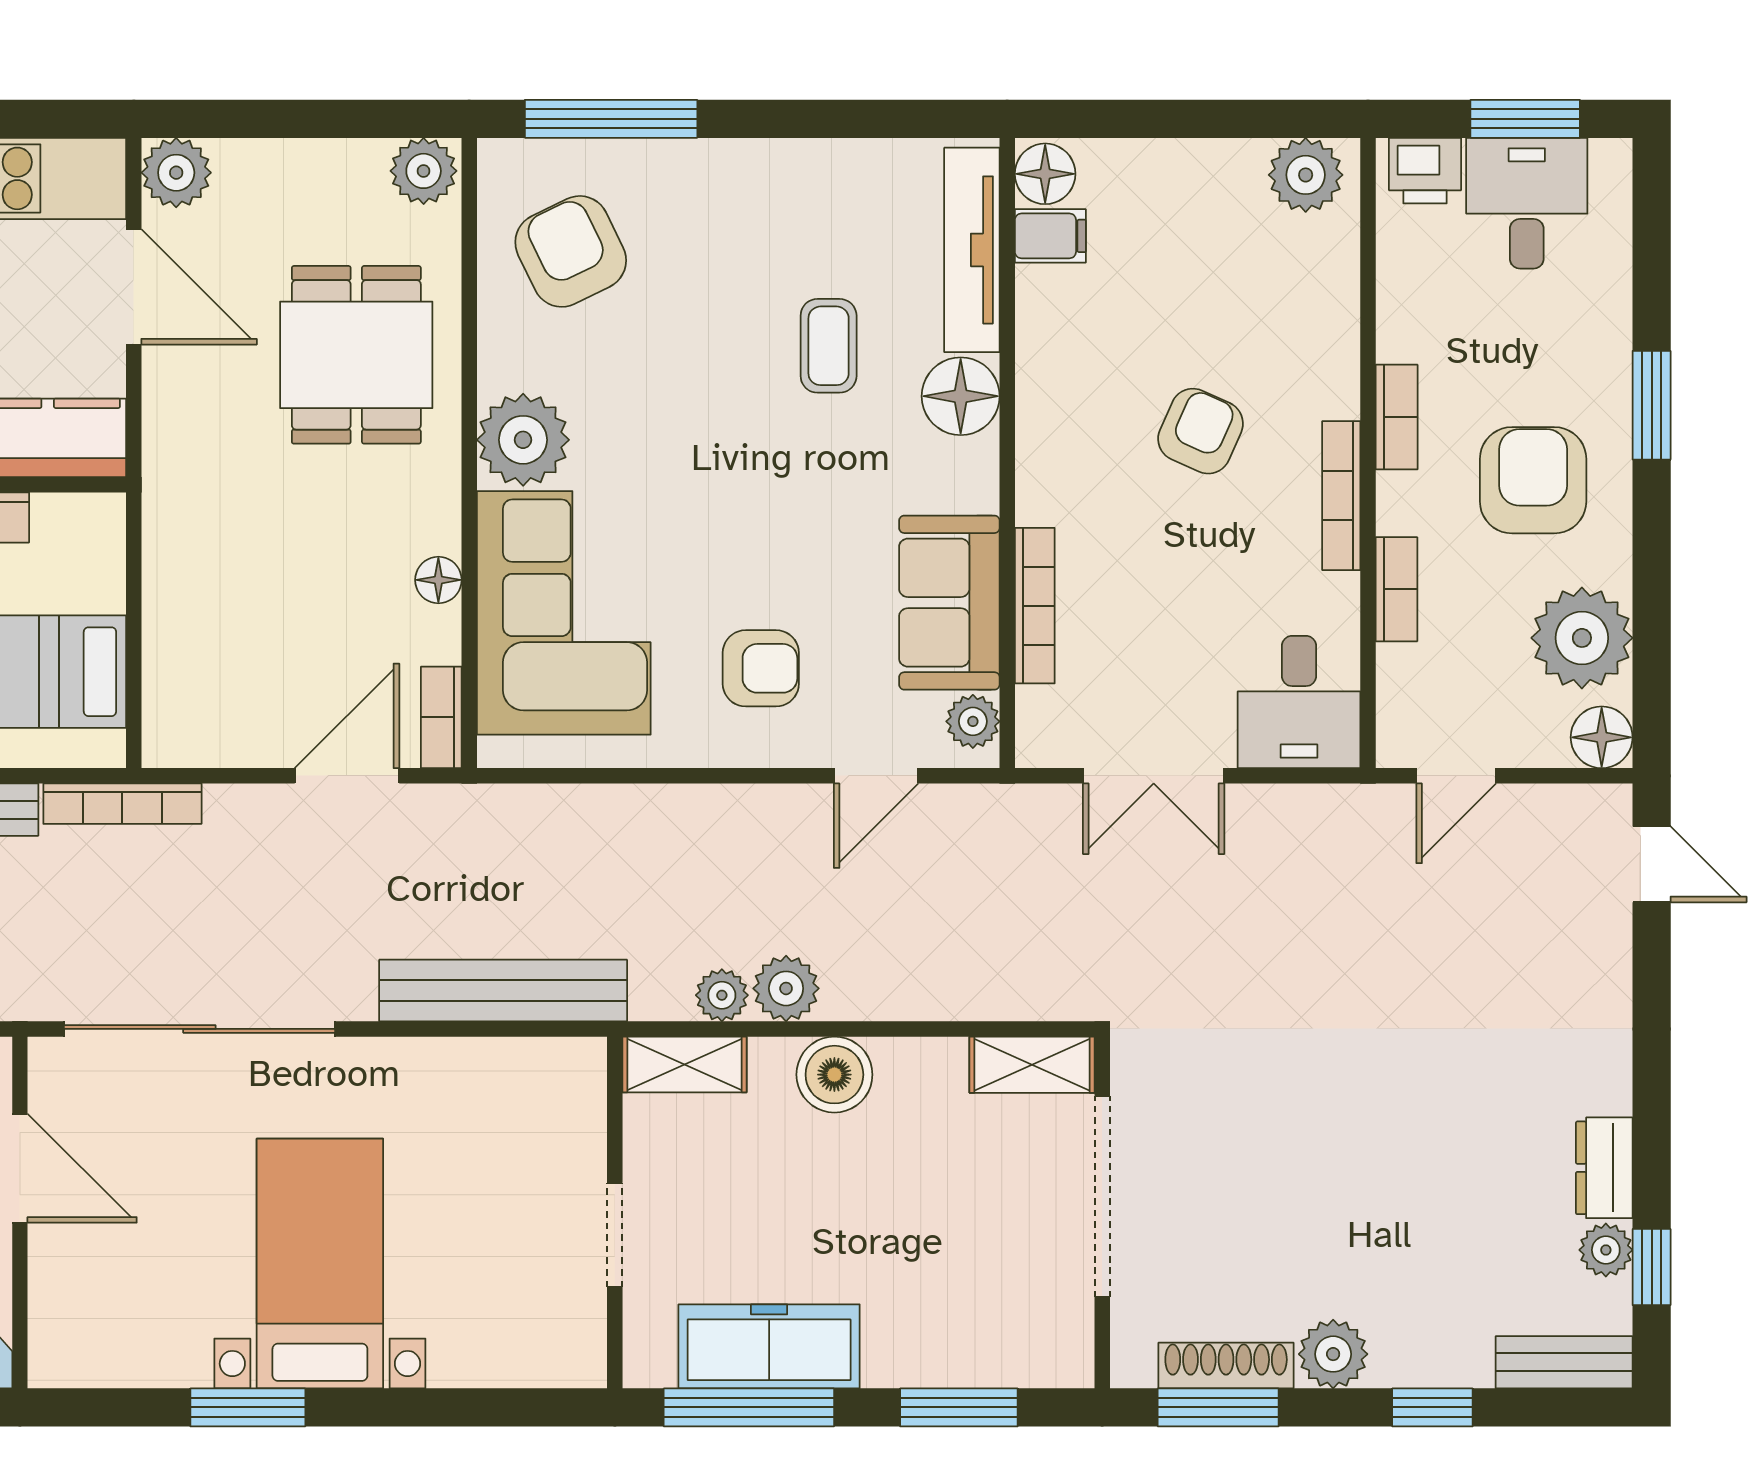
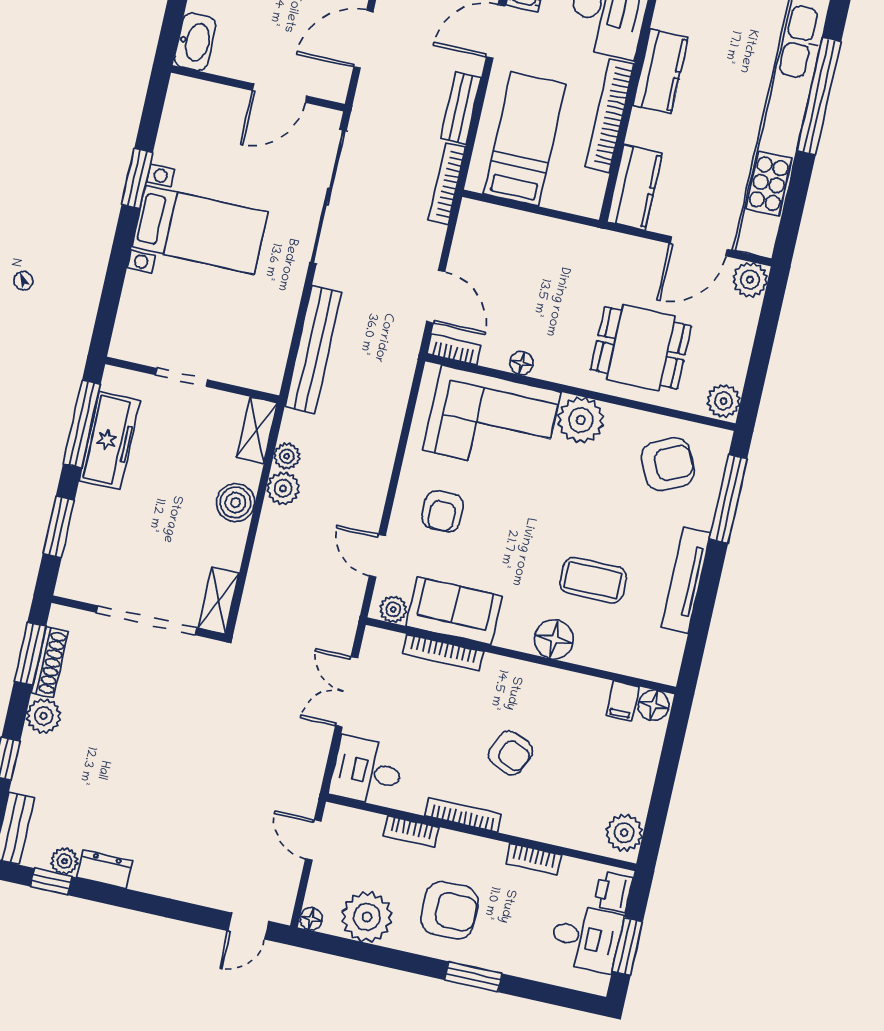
tv unit: (972, 250) -> (686, 580), moved, turned -90
coffee table: (829, 346) -> (593, 580), width x1.36, depth x1.30
bookcase: (1397, 417) -> (534, 859), moved
floor lamp: (1602, 737) -> (311, 919), width x0.73, depth x0.73

